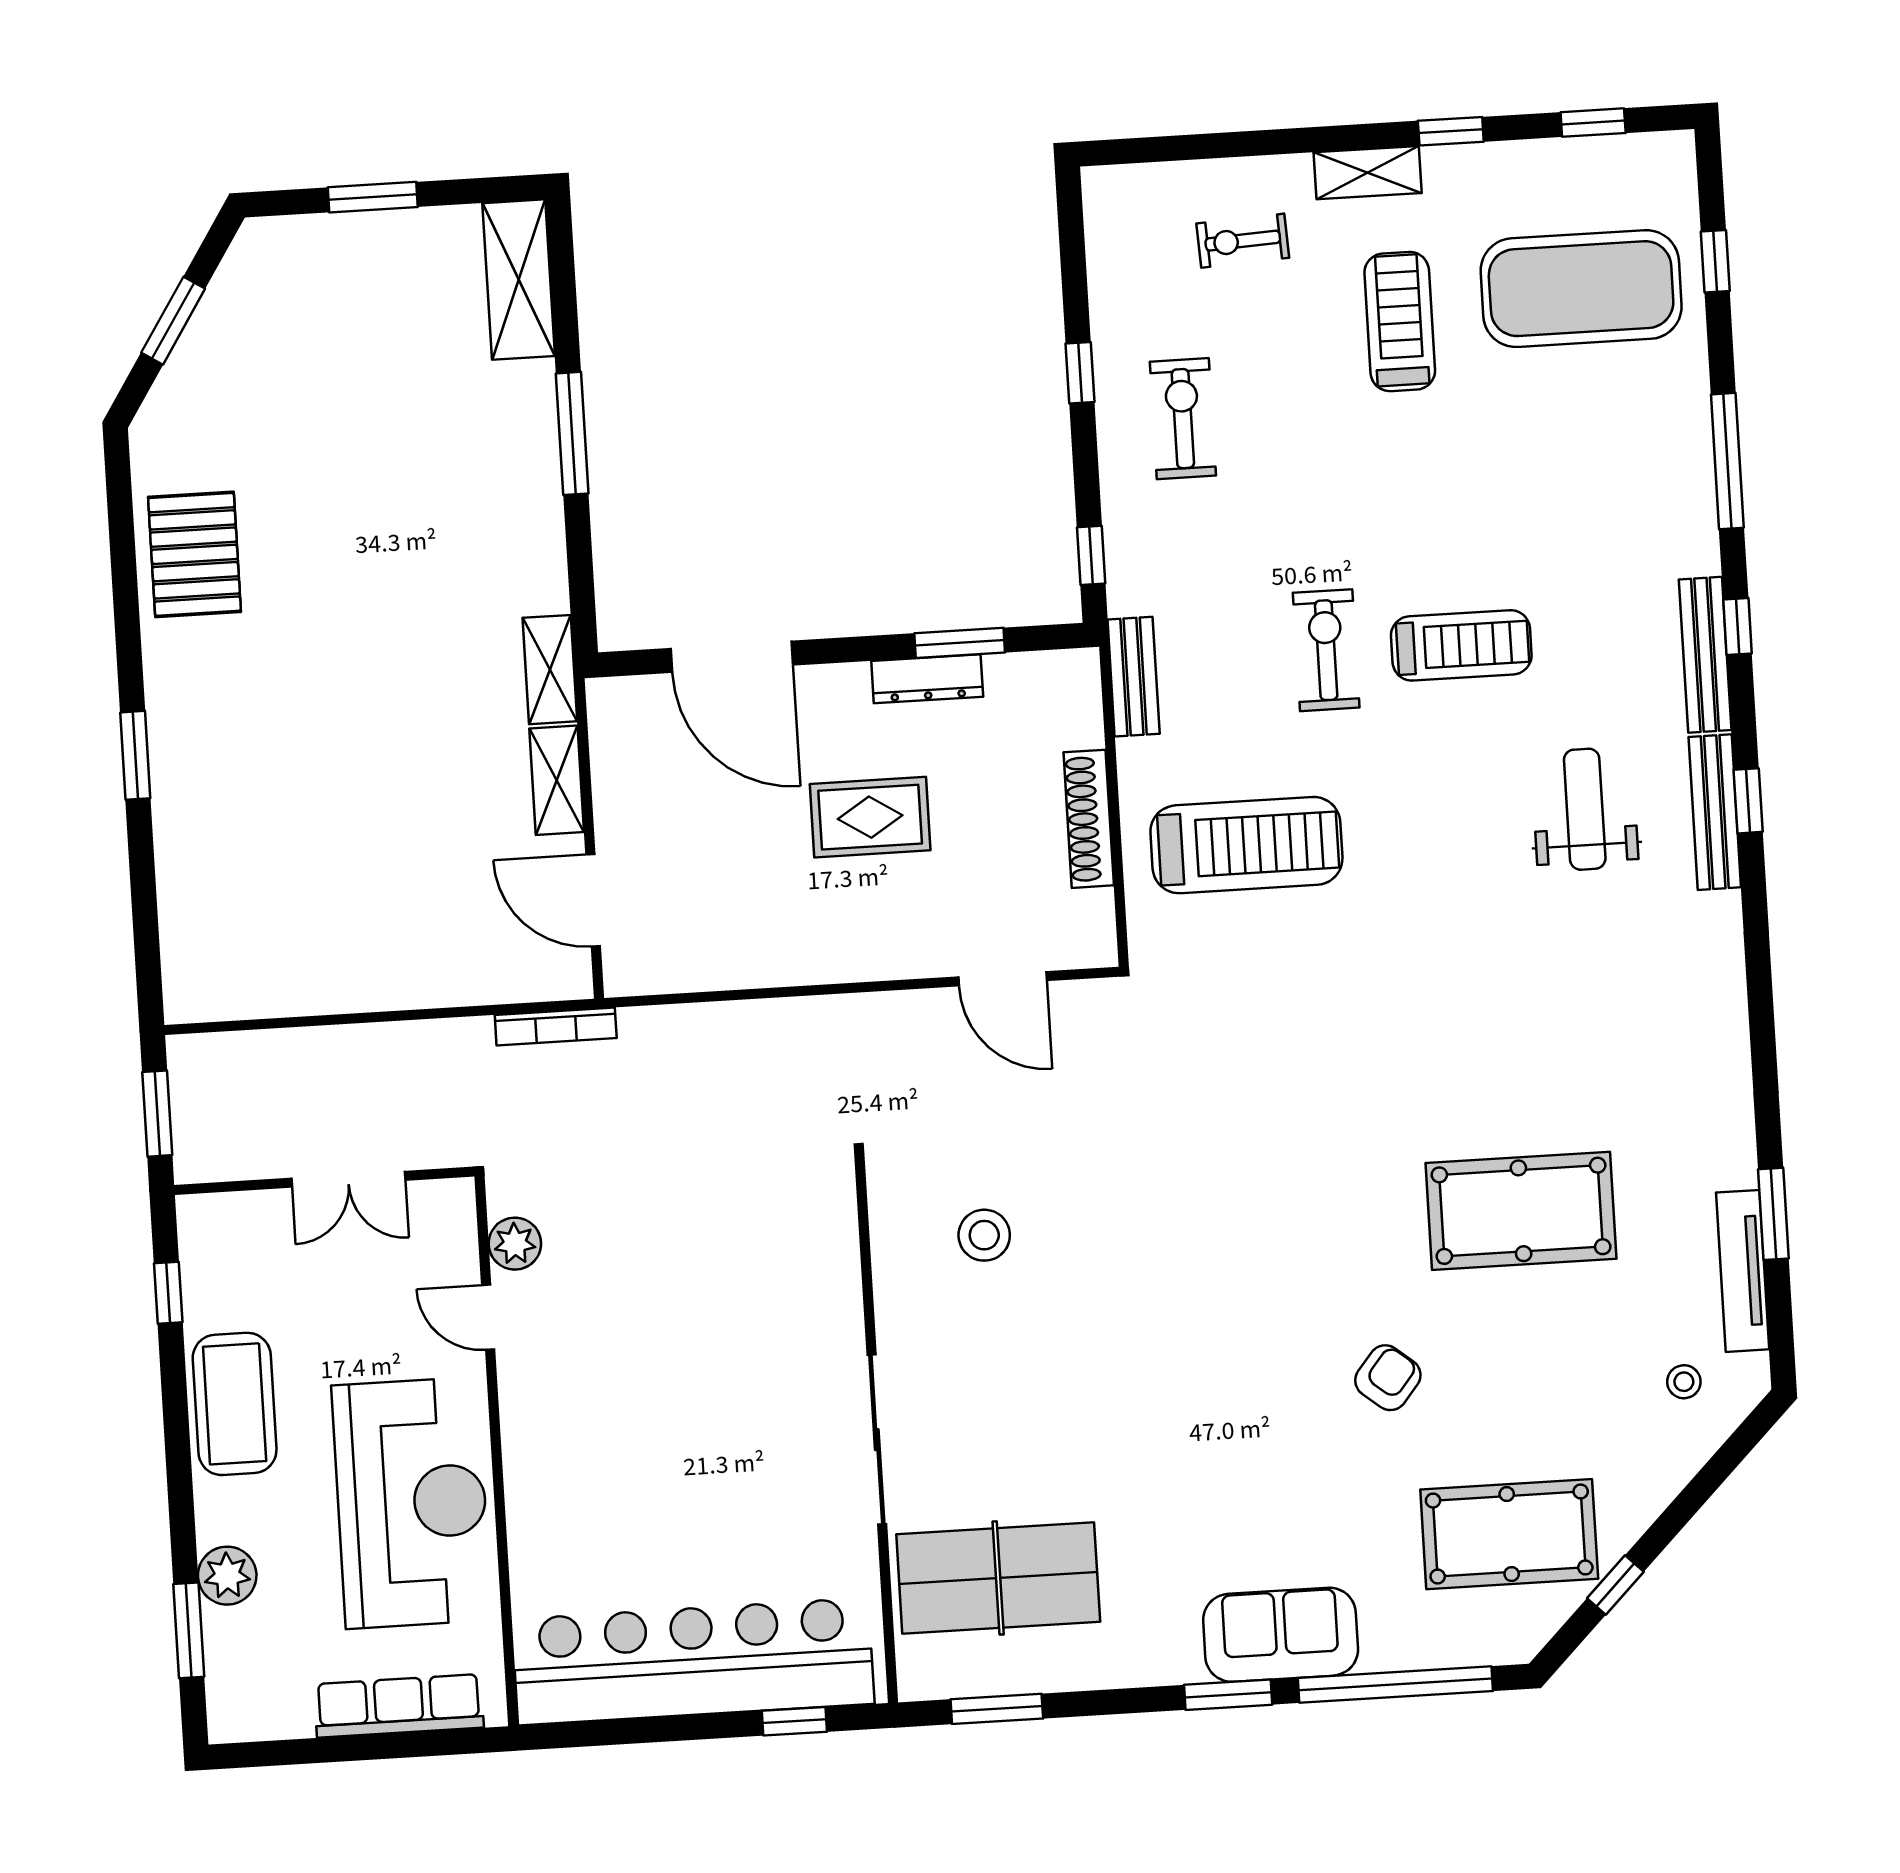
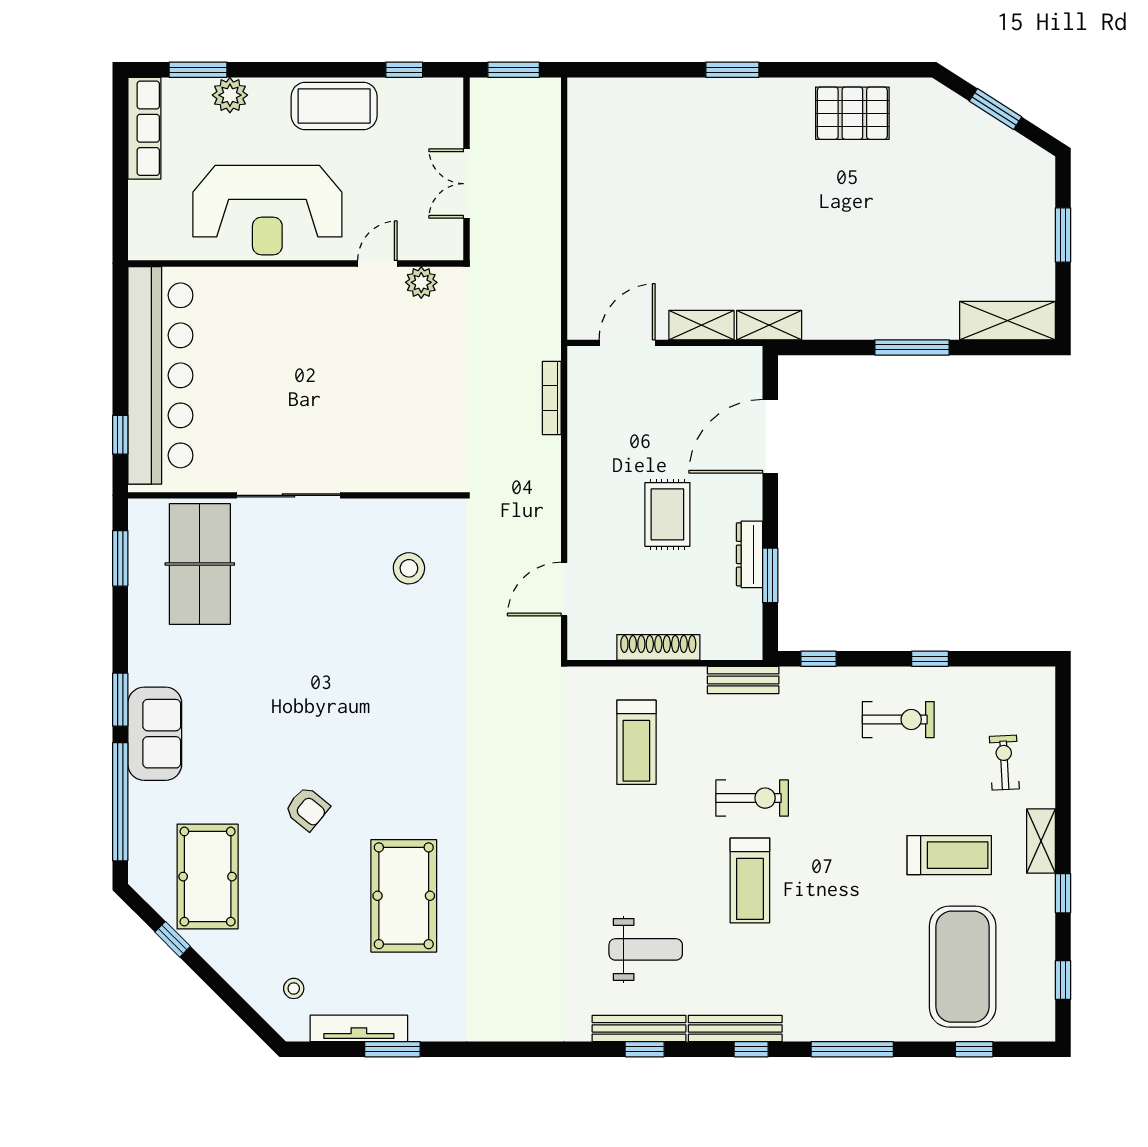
treadmill: (1246, 845) -> (636, 742), width x0.73, depth x0.73
bookcase: (556, 1027) -> (552, 398), moved
row of seats: (399, 1706) -> (144, 128), moved

